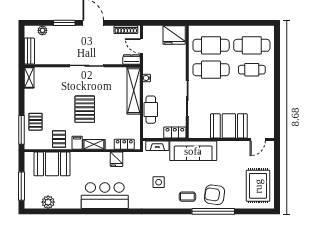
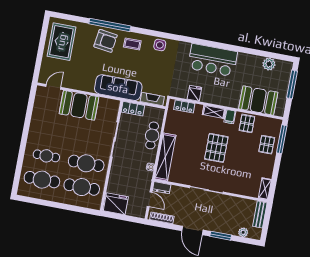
side table: (159, 182) -> (160, 45), moved

